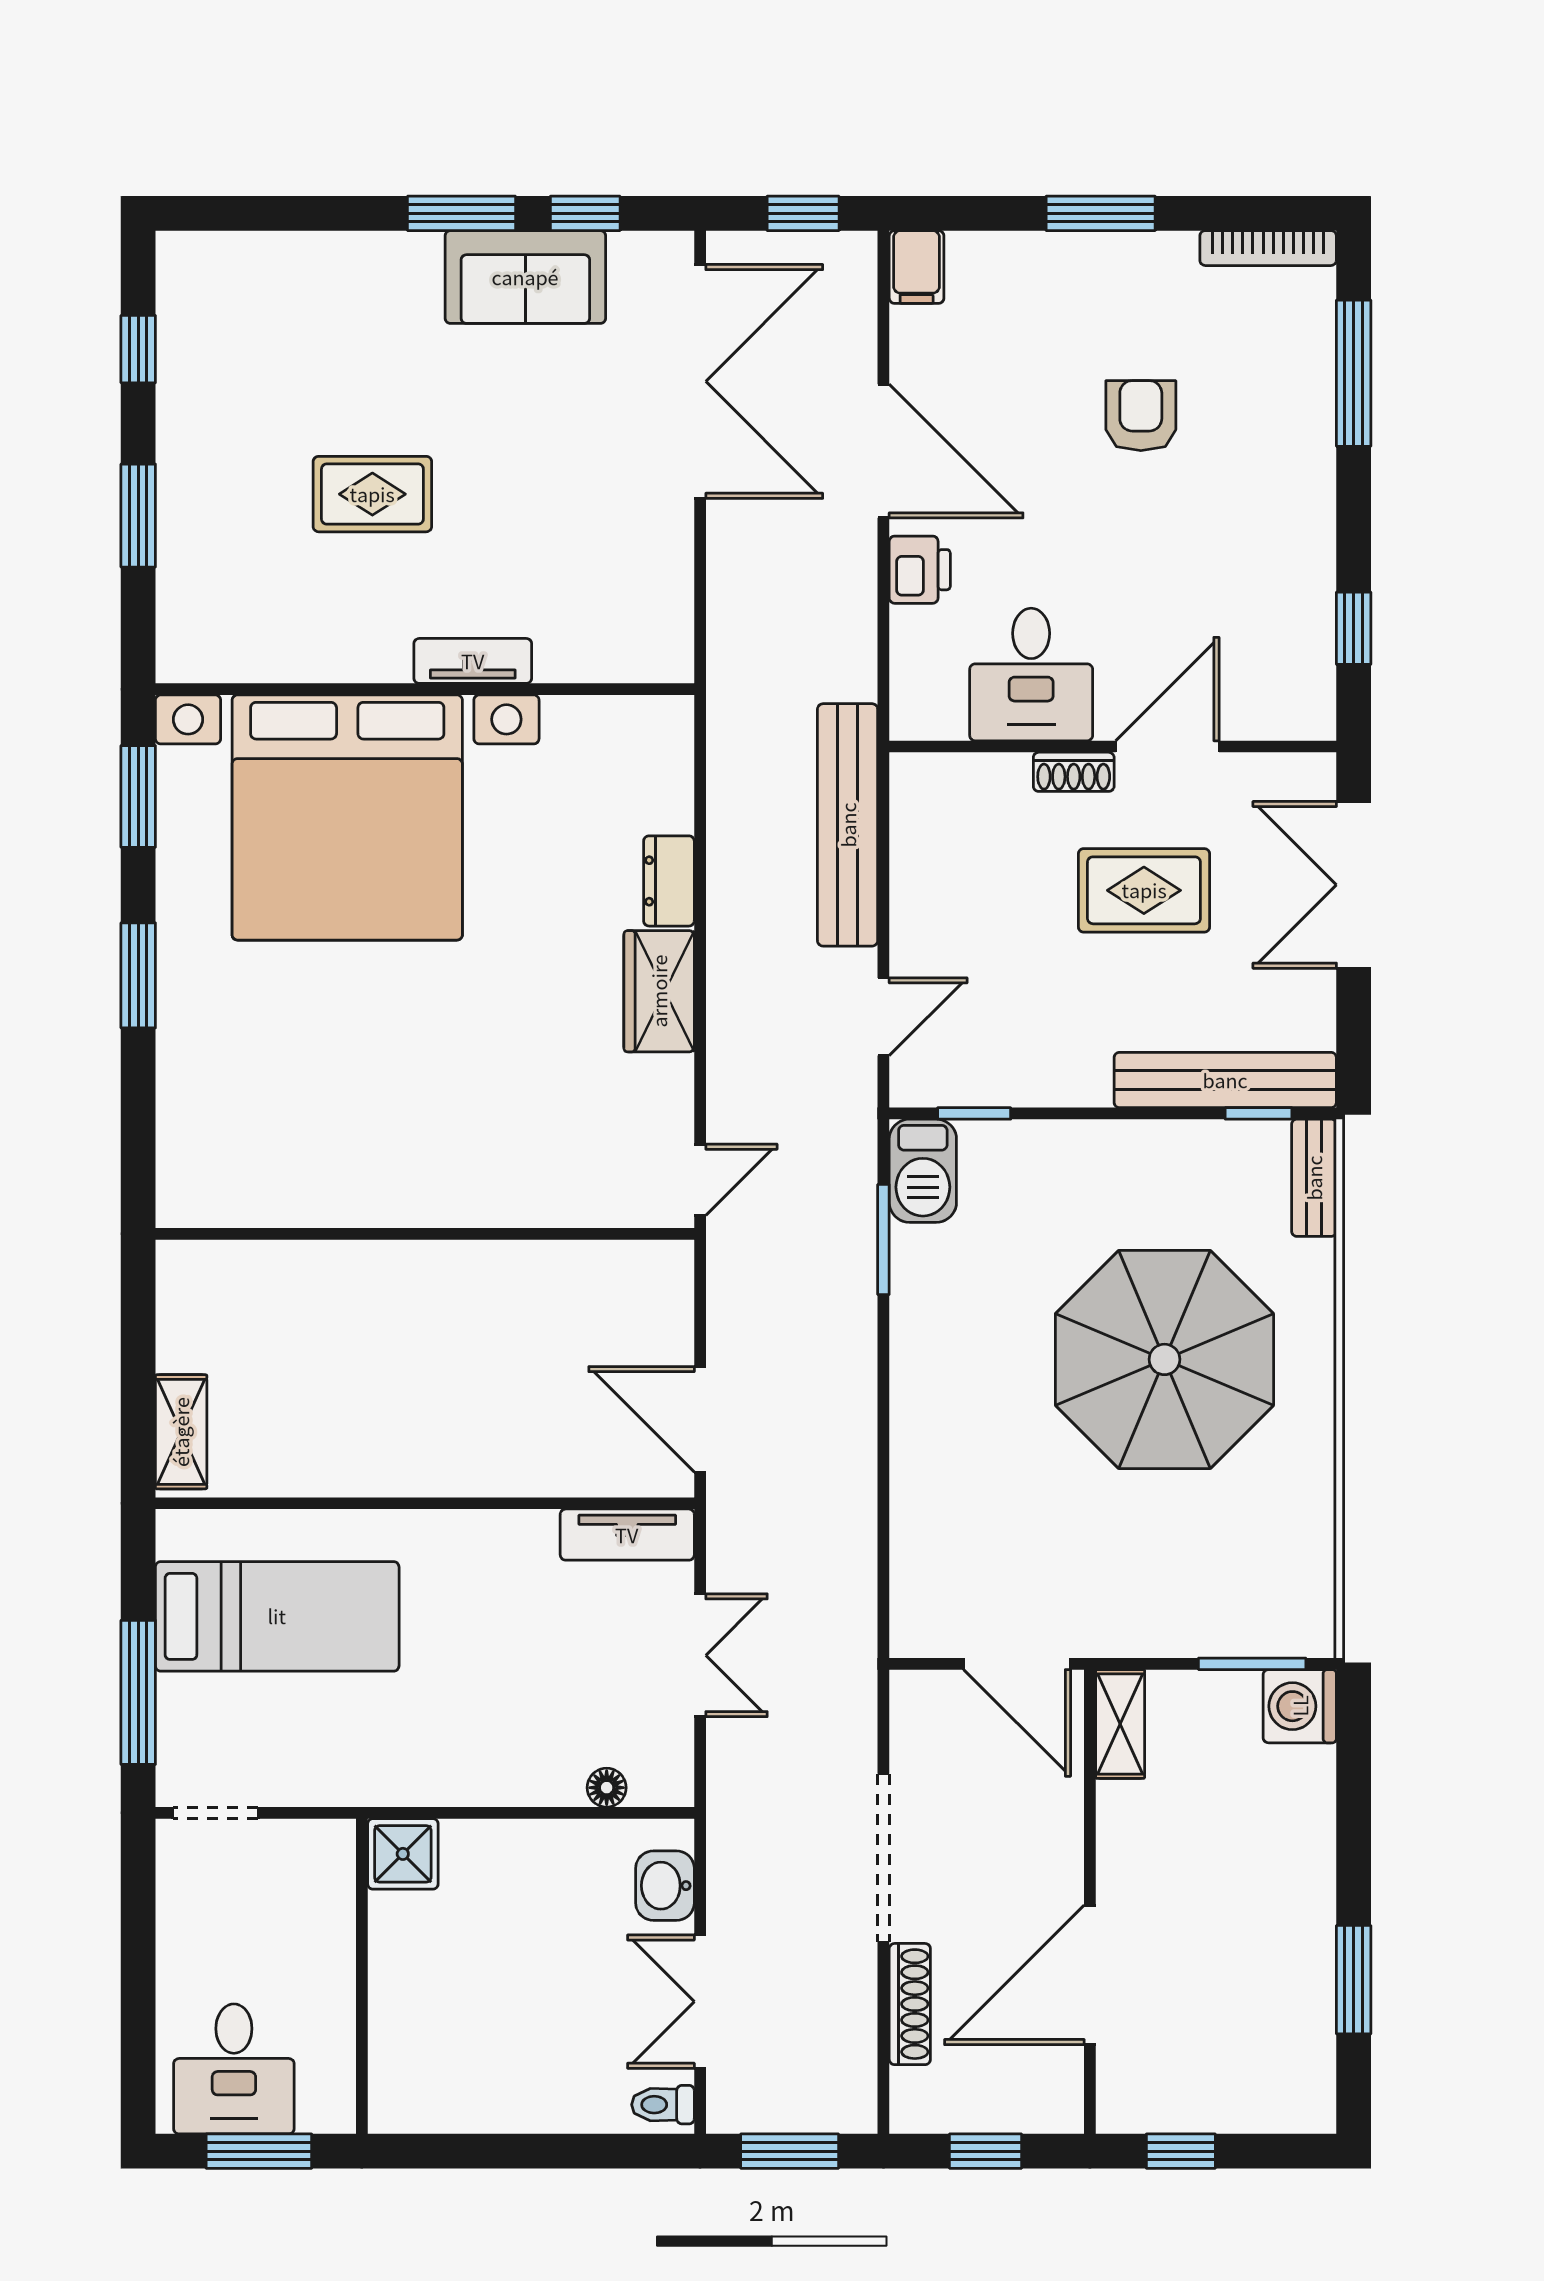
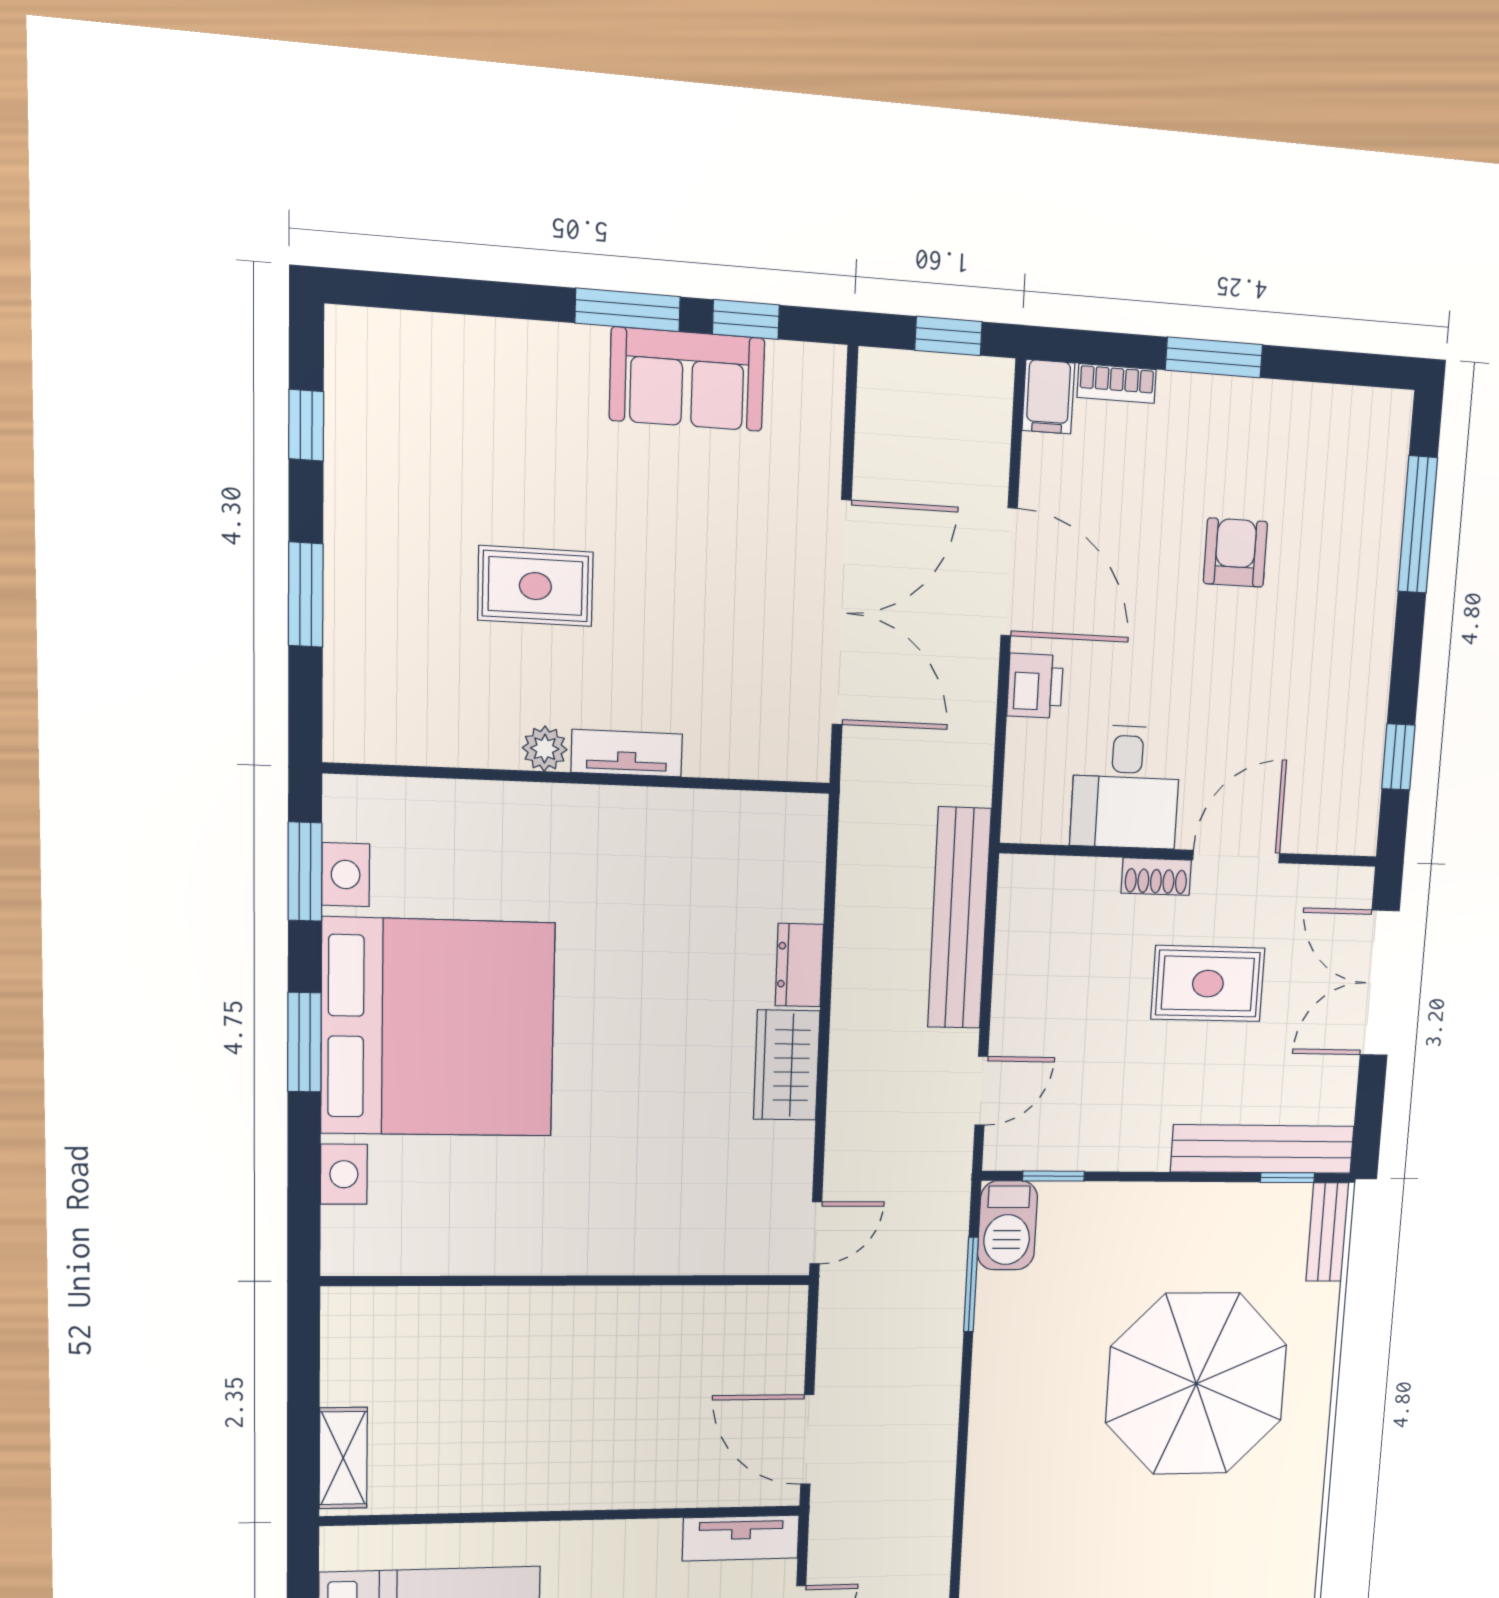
bookcase: (1268, 248) -> (1117, 383), moved, width x0.64
double door: (700, 381) -> (842, 613), moved
plant: (386, 660) -> (545, 749), added
bed with nightstands: (347, 817) -> (438, 1028), moved, turned -90

